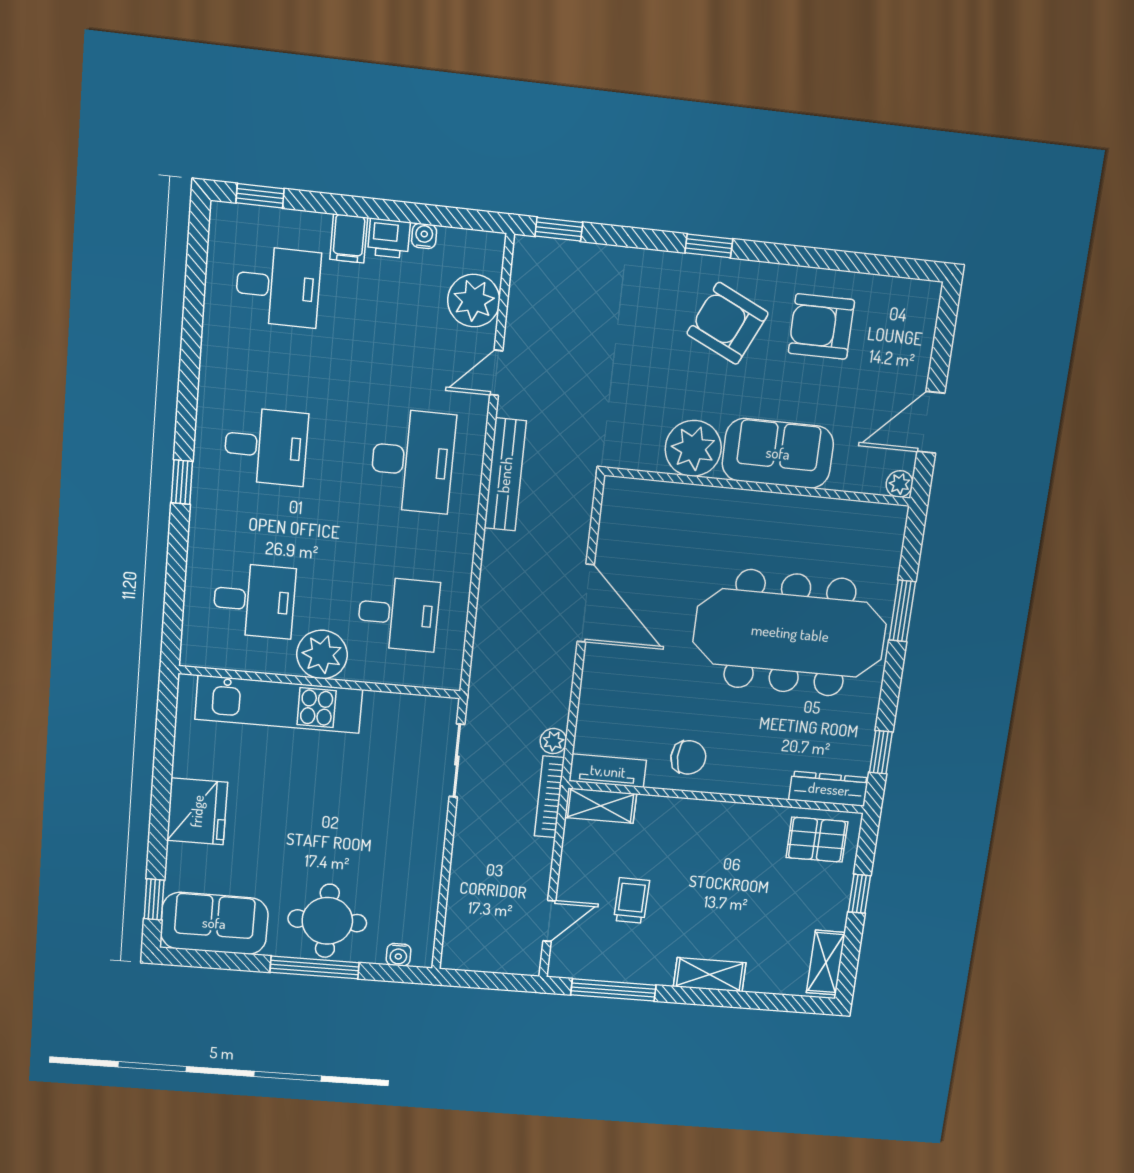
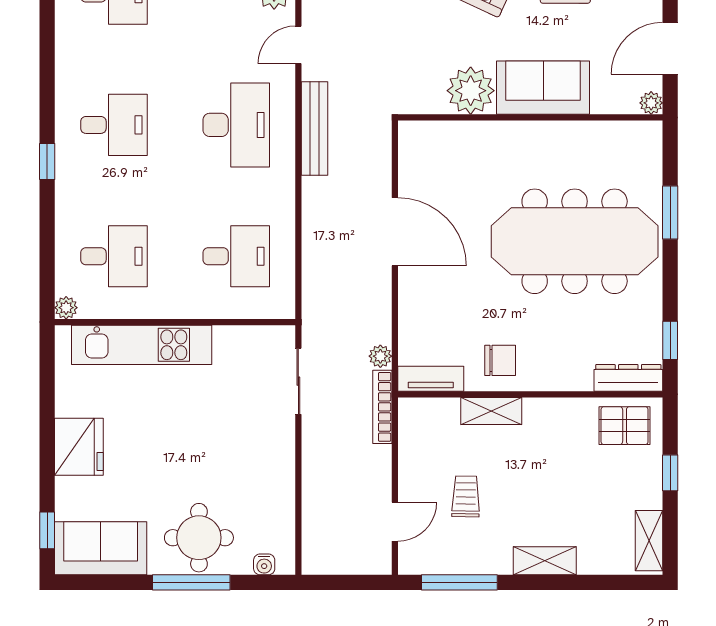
plant: (322, 654) -> (66, 308), moved, width x0.53, depth x0.53
shelving: (601, 806) -> (491, 411), moved

